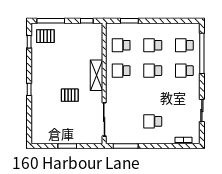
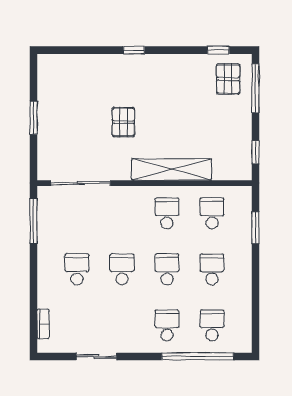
shelving: (96, 75) -> (172, 169), width x1.47
school desk: (153, 96) -> (122, 269), added

